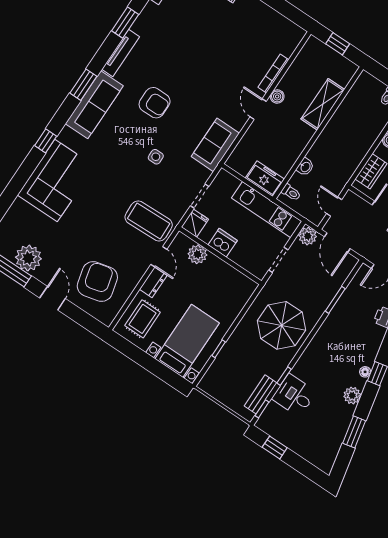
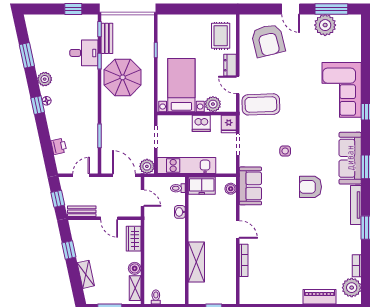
boiler: (277, 96) -> (231, 189), moved
parasol: (281, 325) -> (123, 77), moved
bed with nightstands: (187, 341) -> (181, 85), moved, turned 180

